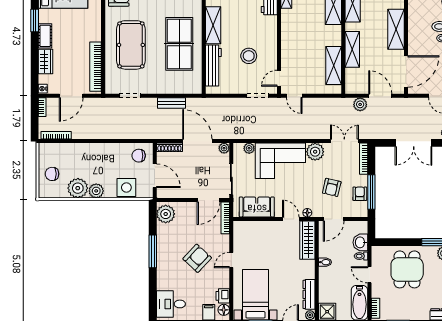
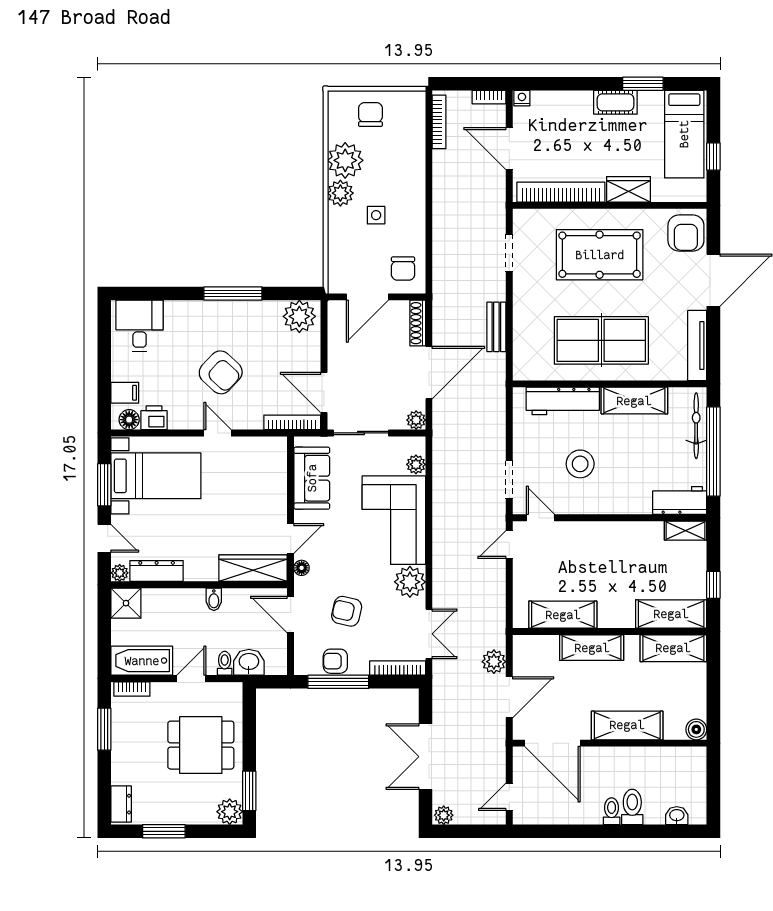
wardrobe: (46, 62) -> (629, 189), moved, turned 180
chair: (139, 156) -> (403, 269), turned 180
side table: (126, 187) -> (376, 215), moved, width x0.54, depth x0.54
armchair: (360, 194) -> (335, 661), turned 180

